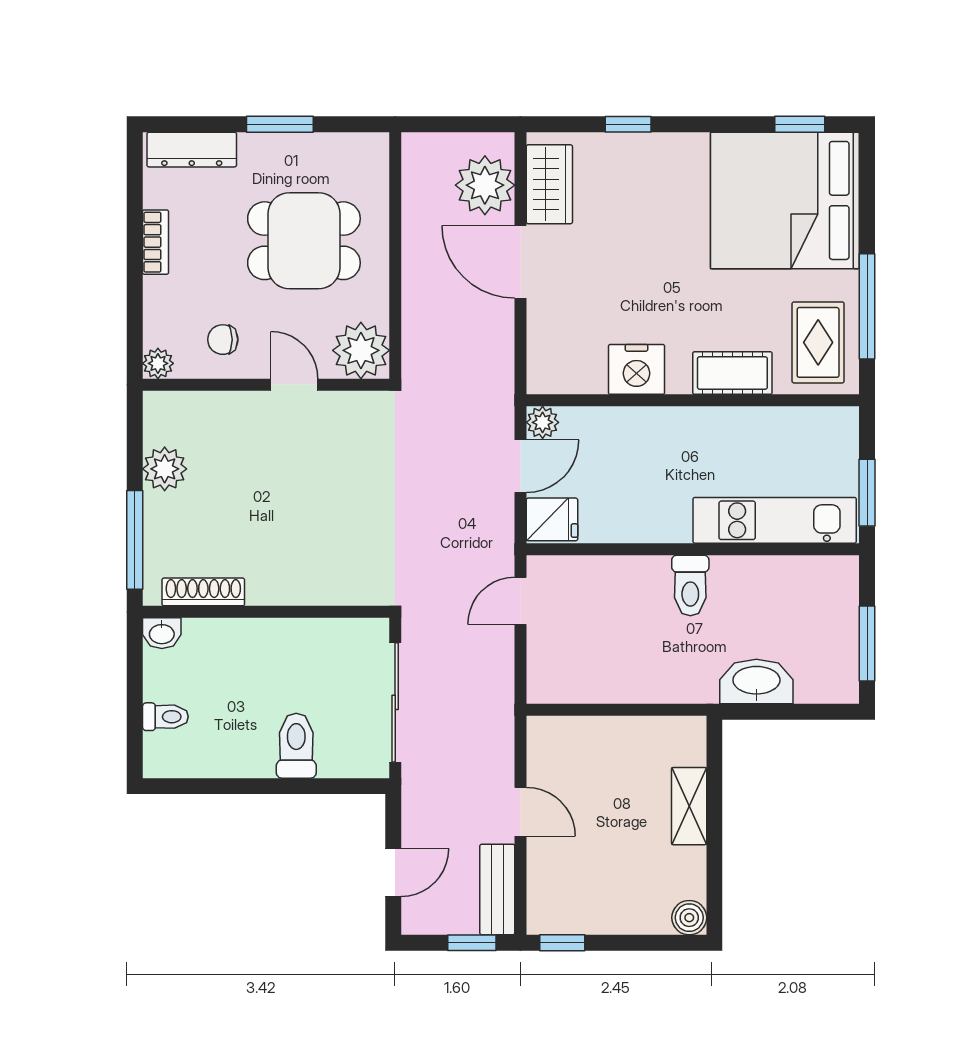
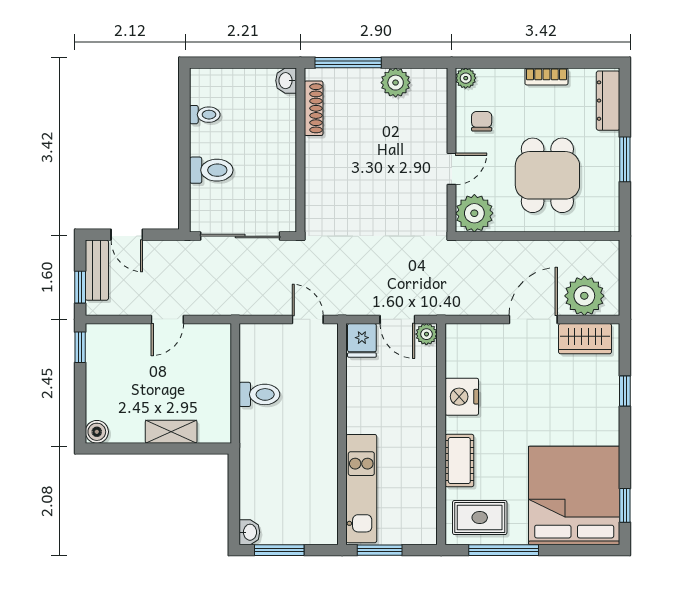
toilet: (690, 586) -> (259, 394), moved, turned 180
washbasin: (756, 682) -> (249, 532), moved, width x0.52, depth x0.69
toilet: (165, 717) -> (205, 115), moved, turned -90
bench: (497, 889) -> (97, 270), moved, turned 90

